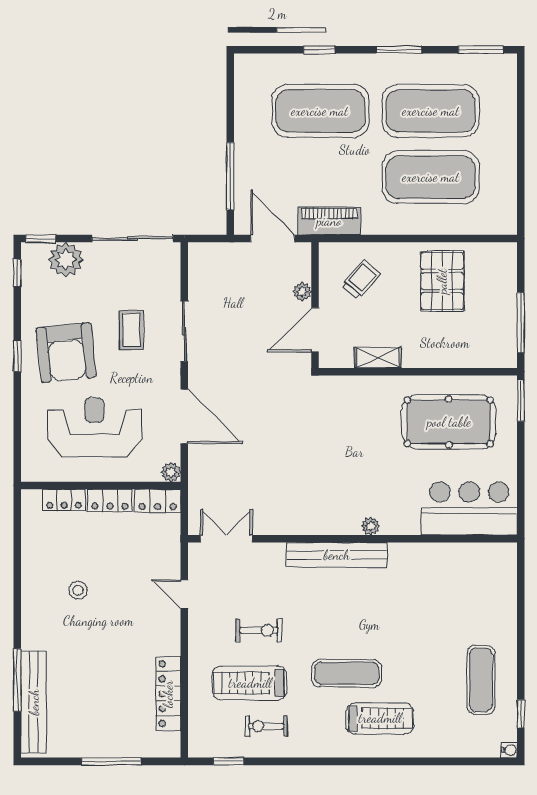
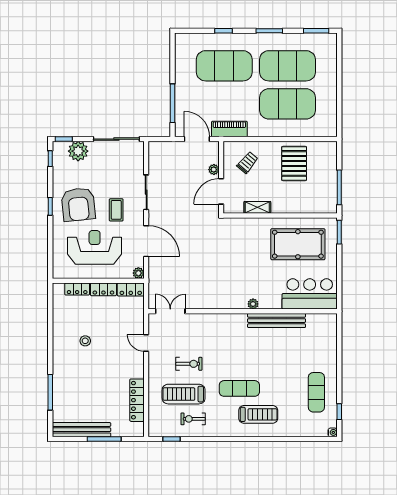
coffee table: (131, 330) -> (116, 210), moved
bench: (337, 555) -> (277, 321), moved
bench: (34, 702) -> (82, 430), moved, turned 90

